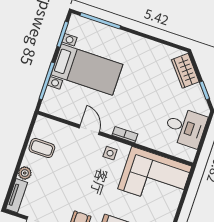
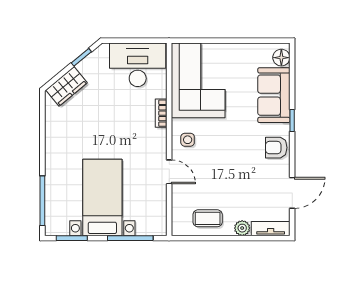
desk: (185, 127) -> (138, 65), width x1.37
door: (89, 130) -> (169, 172), swing flipped
bookcase: (125, 135) -> (161, 113), moved
coffee table: (42, 148) -> (208, 218), turned 90

